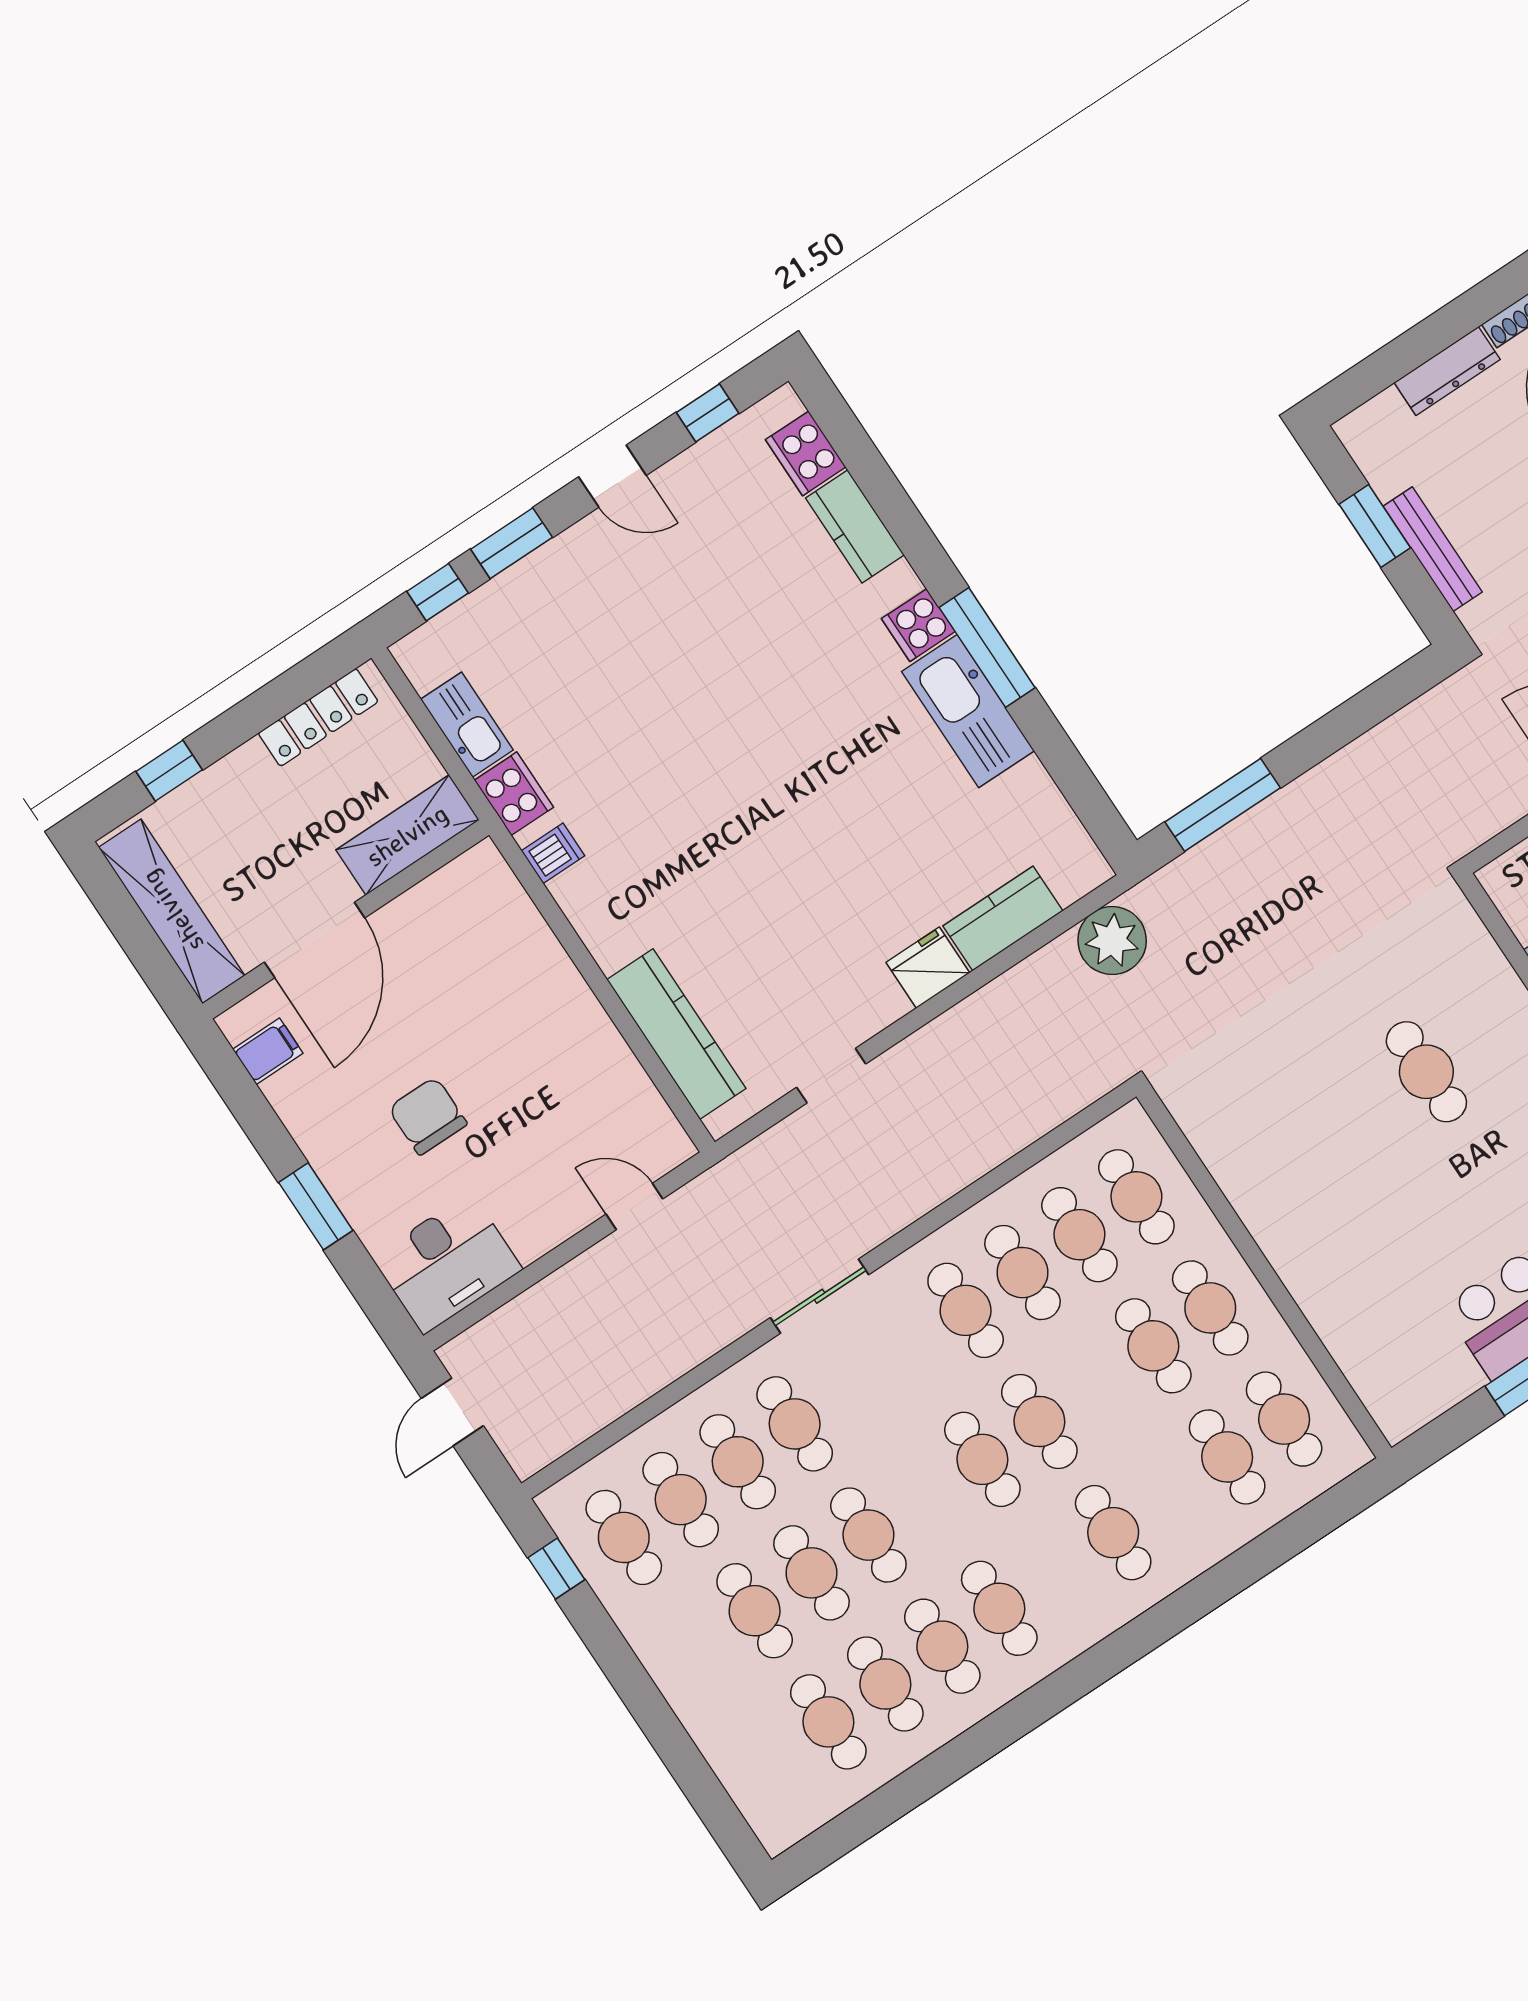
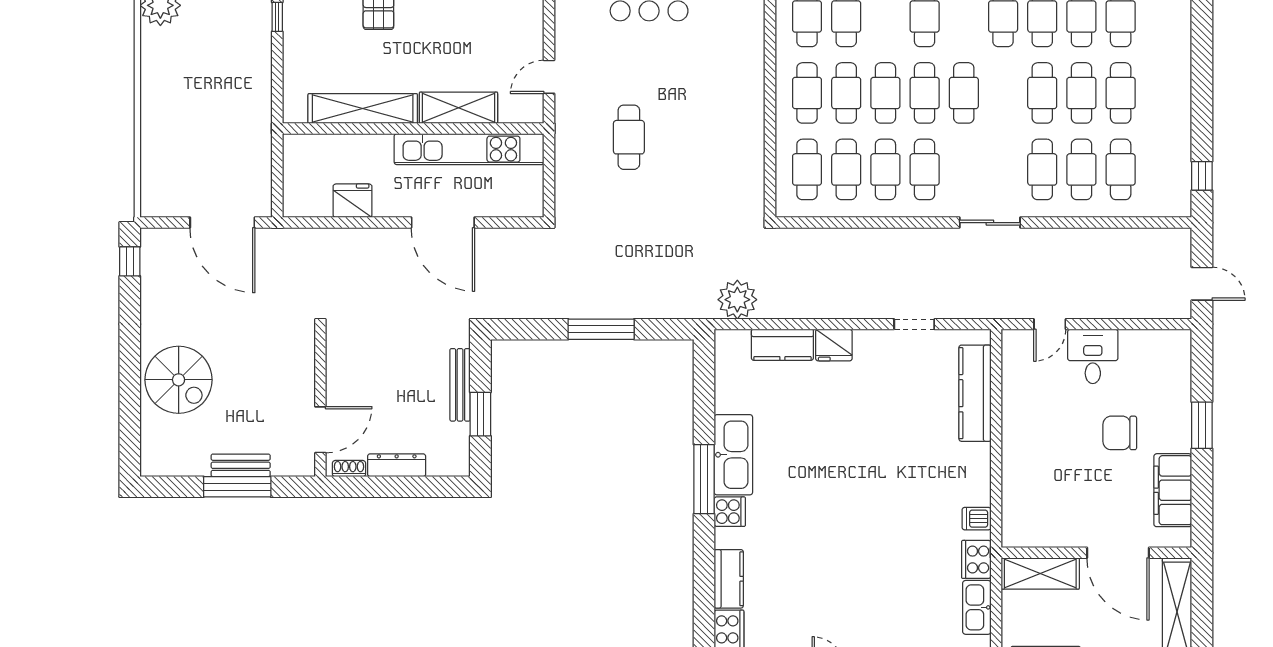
window: (1223, 805) -> (601, 329), moved
door: (315, 940) -> (1118, 553), swing flipped
filing cabinet: (268, 1051) -> (1173, 490), width x3.00, depth x1.17
chair: (428, 1116) -> (1120, 433), turned 90
door: (634, 1206) -> (1050, 324), hinge flipped
desk: (447, 1263) -> (1093, 356), moved, width x0.73
door: (452, 1412) -> (1202, 284), hinge flipped
cafe table: (624, 1537) -> (885, 93), moved

